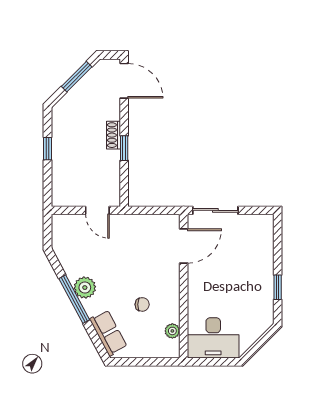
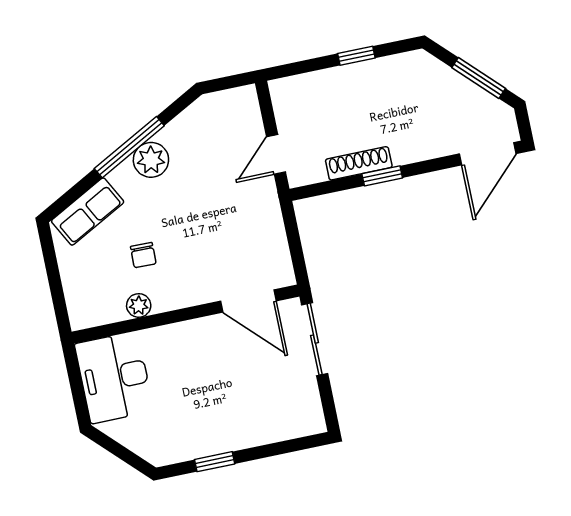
shoe rack: (114, 135) -> (359, 163), moved, width x1.43
plant: (172, 331) -> (139, 305), moved

